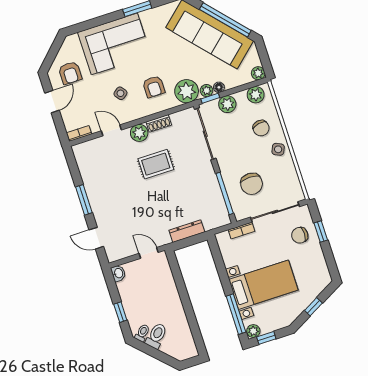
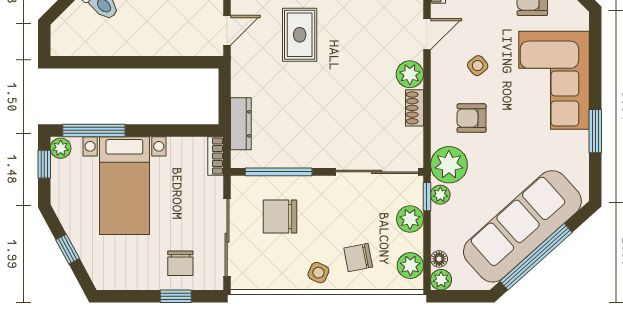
floor lamp: (219, 87) -> (439, 259), moved
rug: (156, 164) -> (300, 35), moved
bookcase: (241, 230) -> (216, 156), moved
dresser: (187, 231) -> (241, 124), moved
chair: (300, 235) -> (180, 263), turned 180

